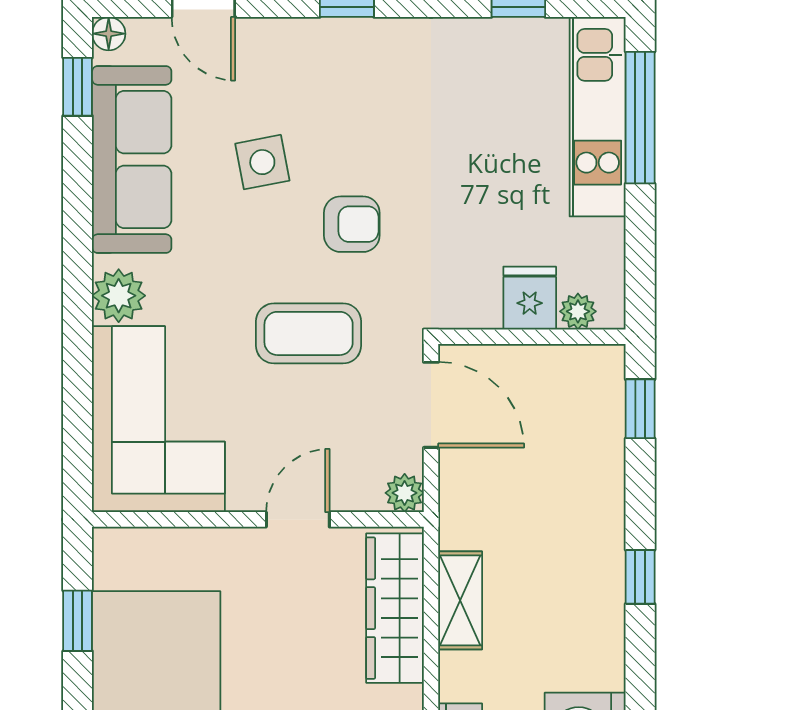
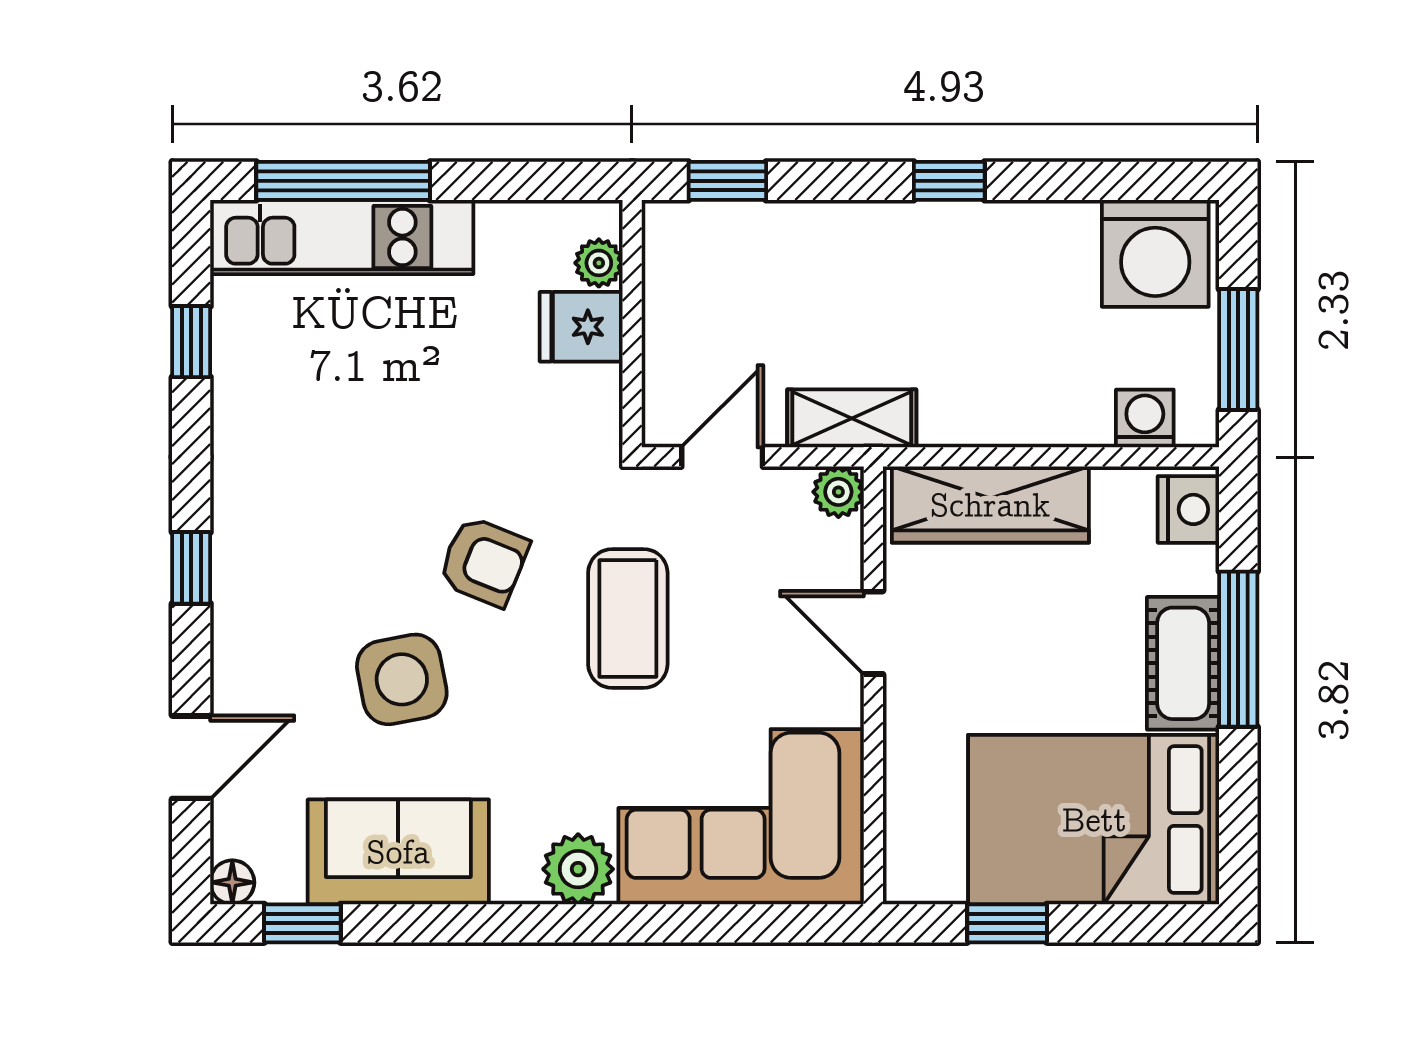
sofa: (132, 160) -> (398, 852), width x0.73
side table: (262, 162) -> (402, 679), width x1.37, depth x1.37
armchair: (352, 224) -> (484, 561), turned 112
door: (431, 405) -> (722, 457), width x0.73
shelving: (460, 600) -> (852, 418), moved

